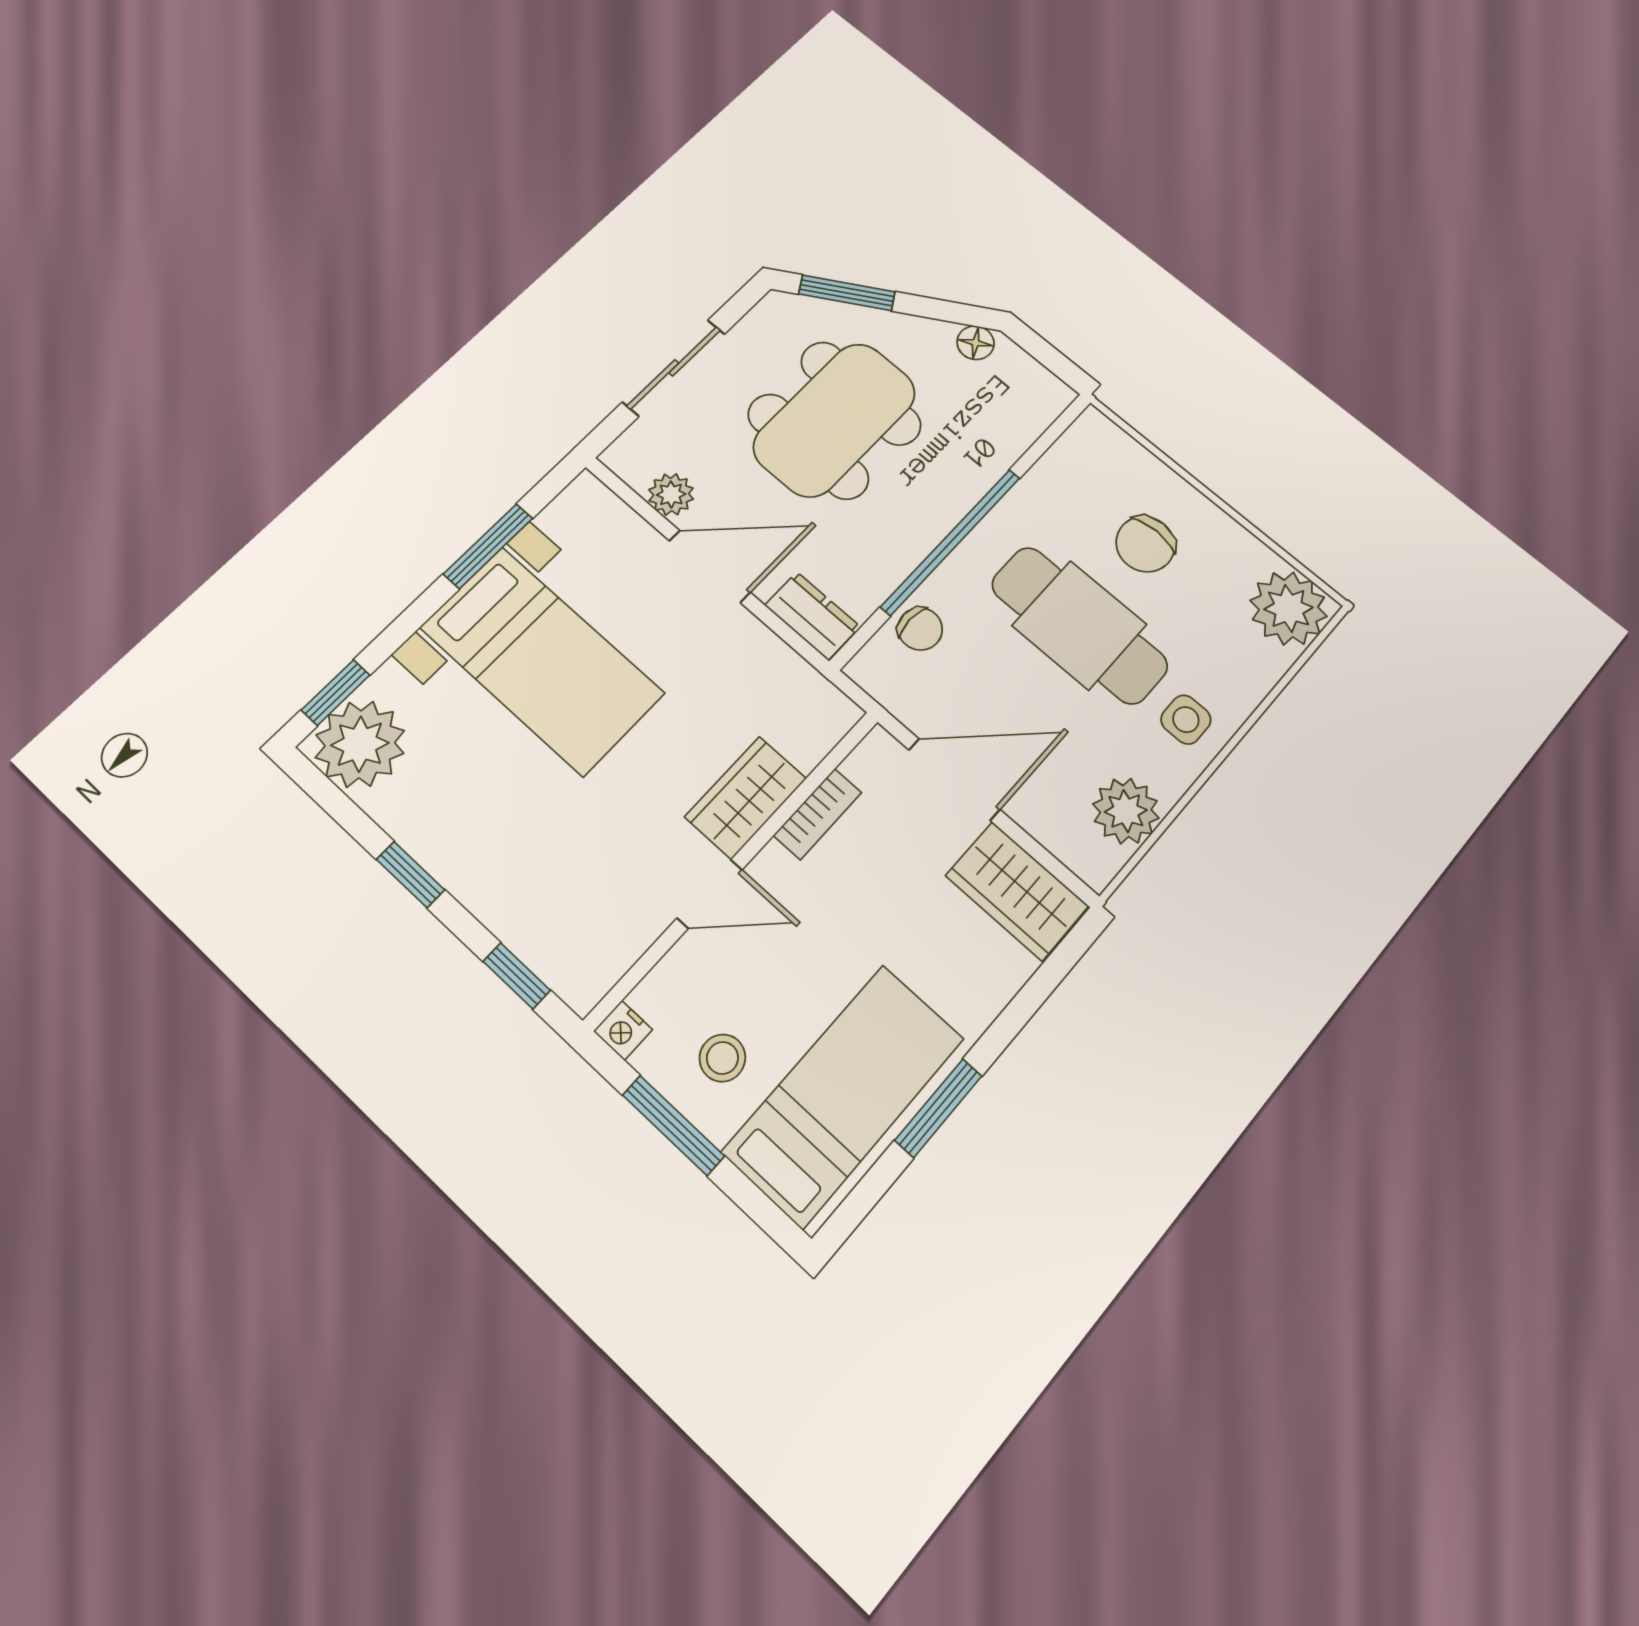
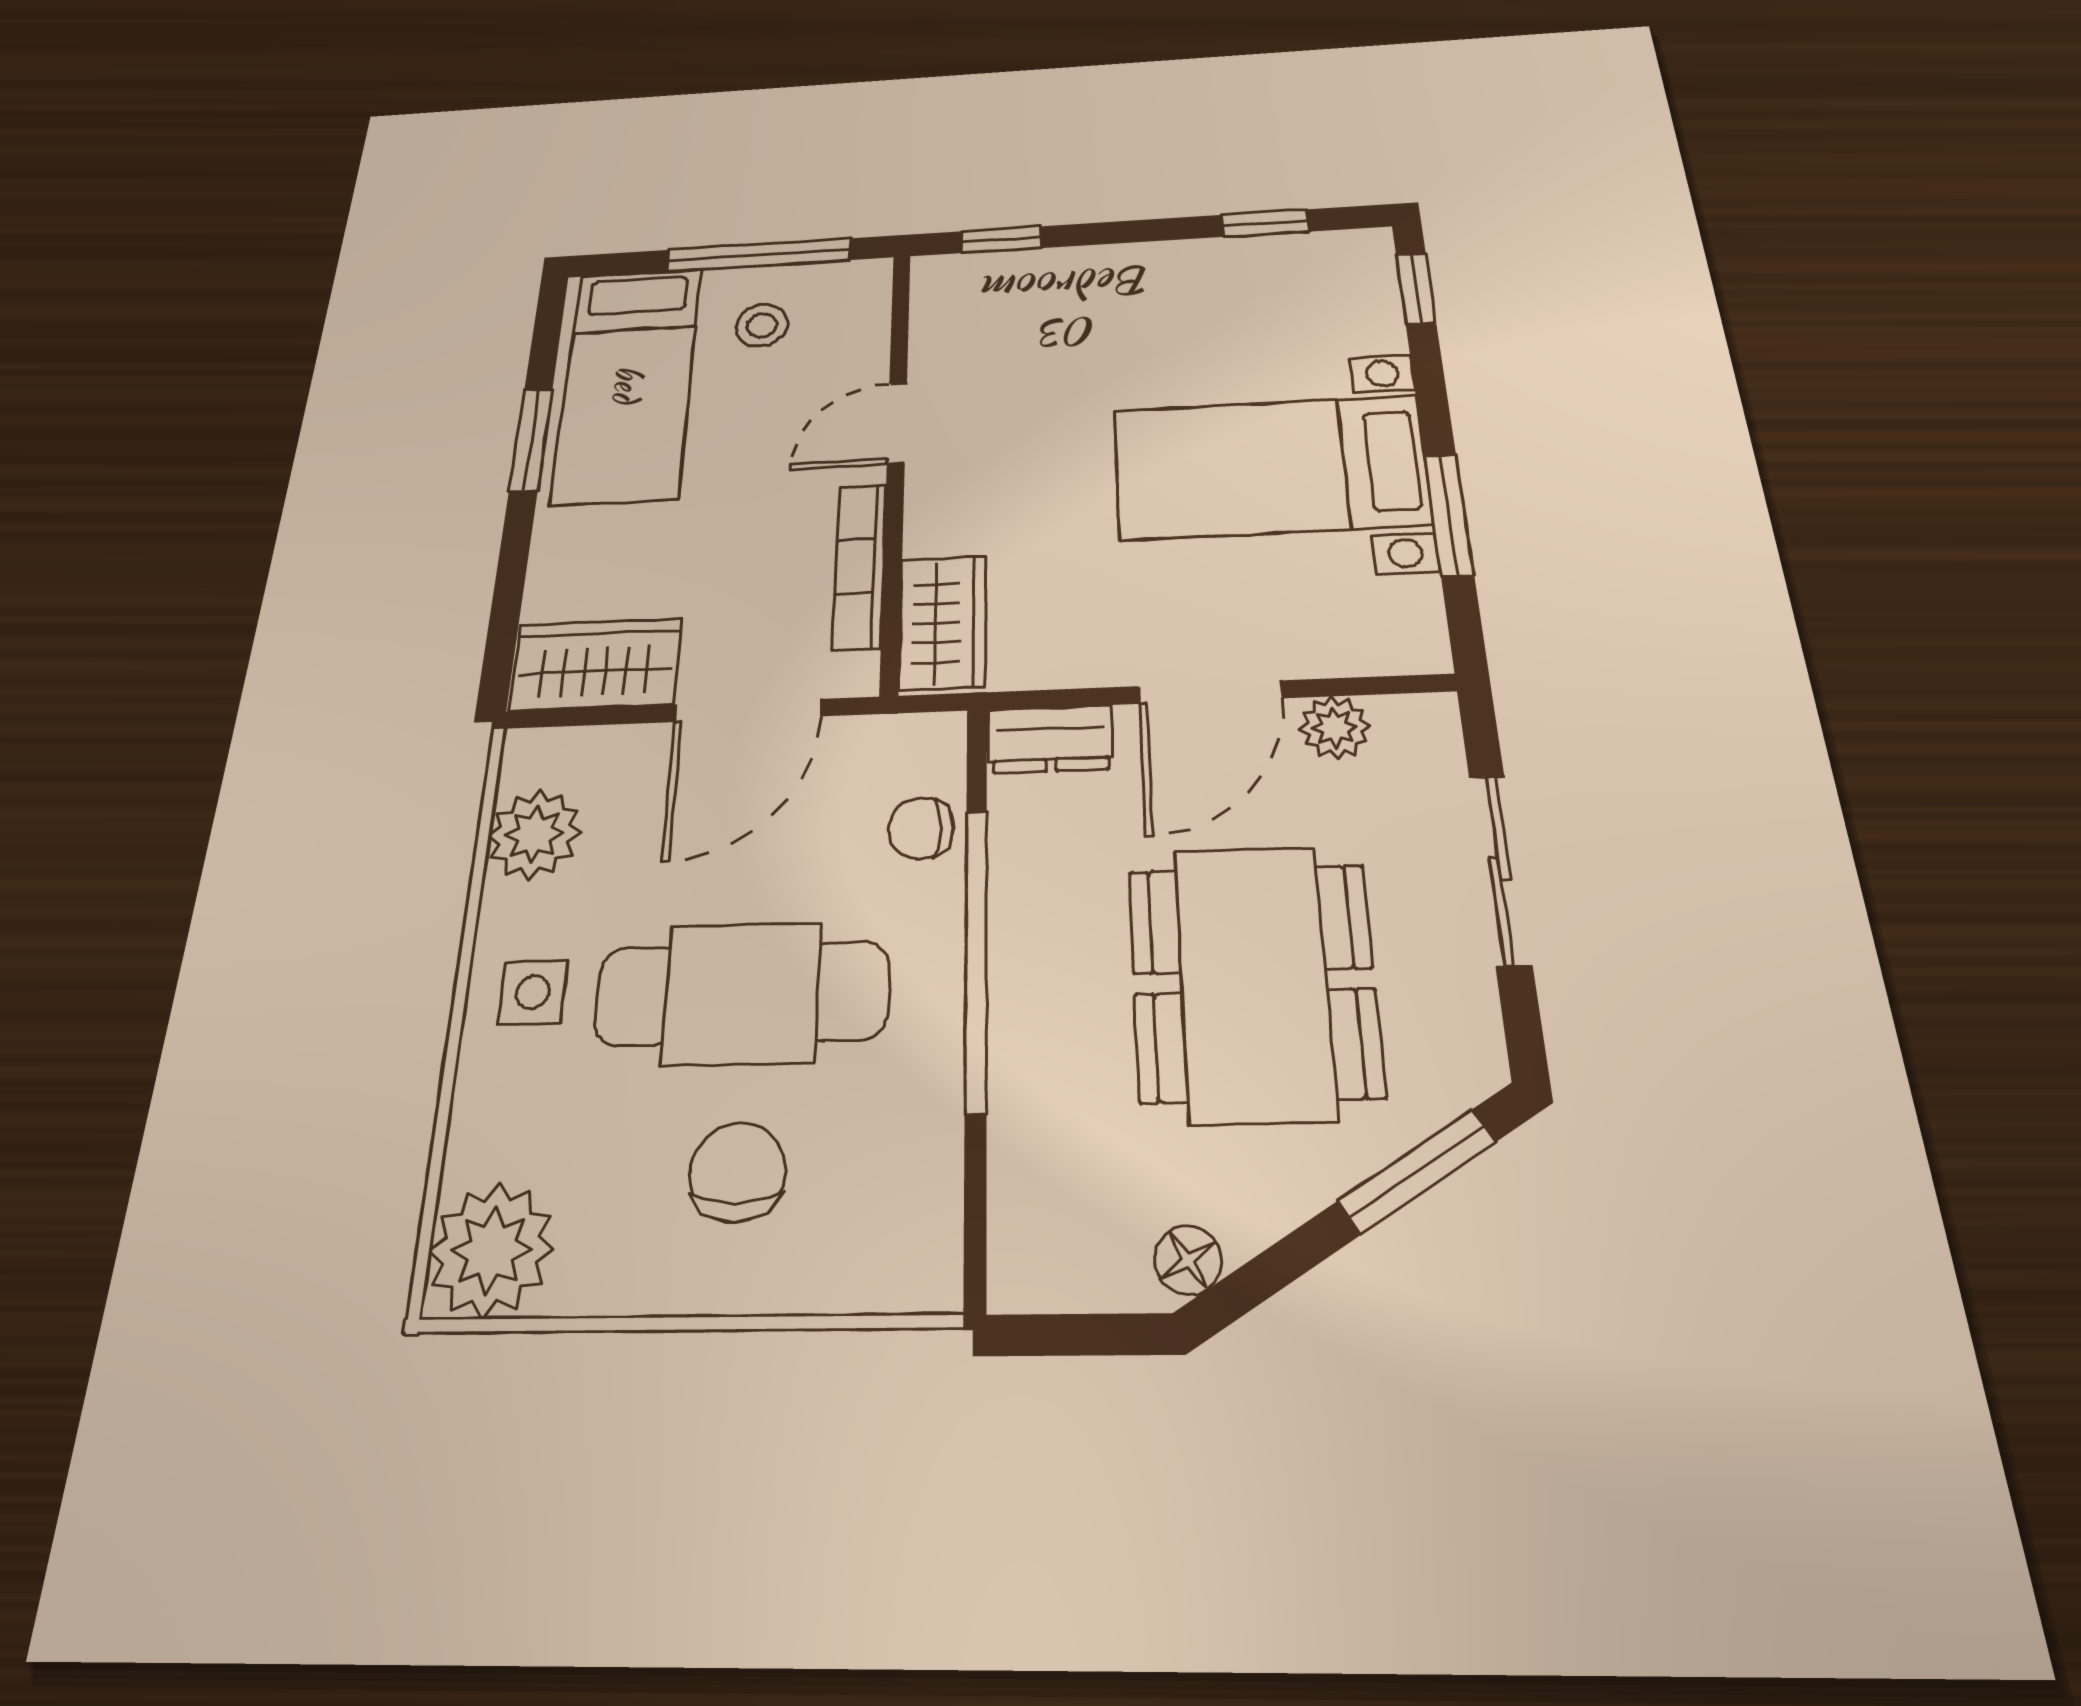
plant: (360, 744) -> (1342, 273), removed
wardrobe: (746, 798) -> (943, 622), moved
bookcase: (818, 814) -> (860, 566), width x1.56
window: (410, 875) -> (1265, 223), moved
nightstand: (623, 1030) -> (869, 277), removed
window: (673, 1125) -> (759, 255), width x1.44

